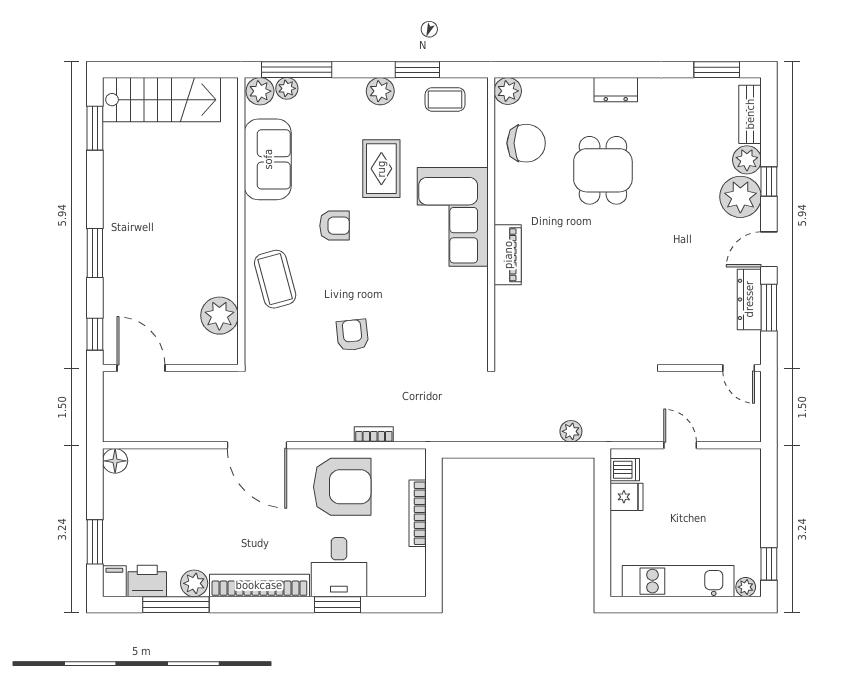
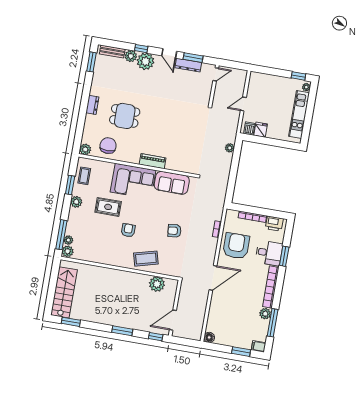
sofa: (268, 159) -> (172, 183), moved, turned 180
printer: (147, 581) -> (274, 224), moved, turned -90

